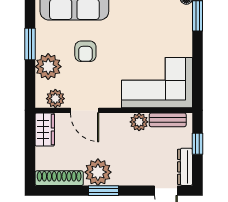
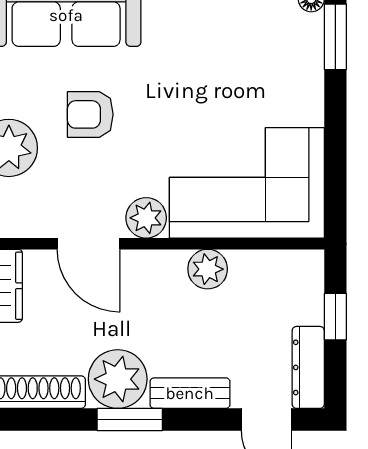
armchair: (85, 51) -> (90, 114), turned 90
plant: (55, 99) -> (146, 218), moved
bench: (168, 120) -> (190, 393), moved

